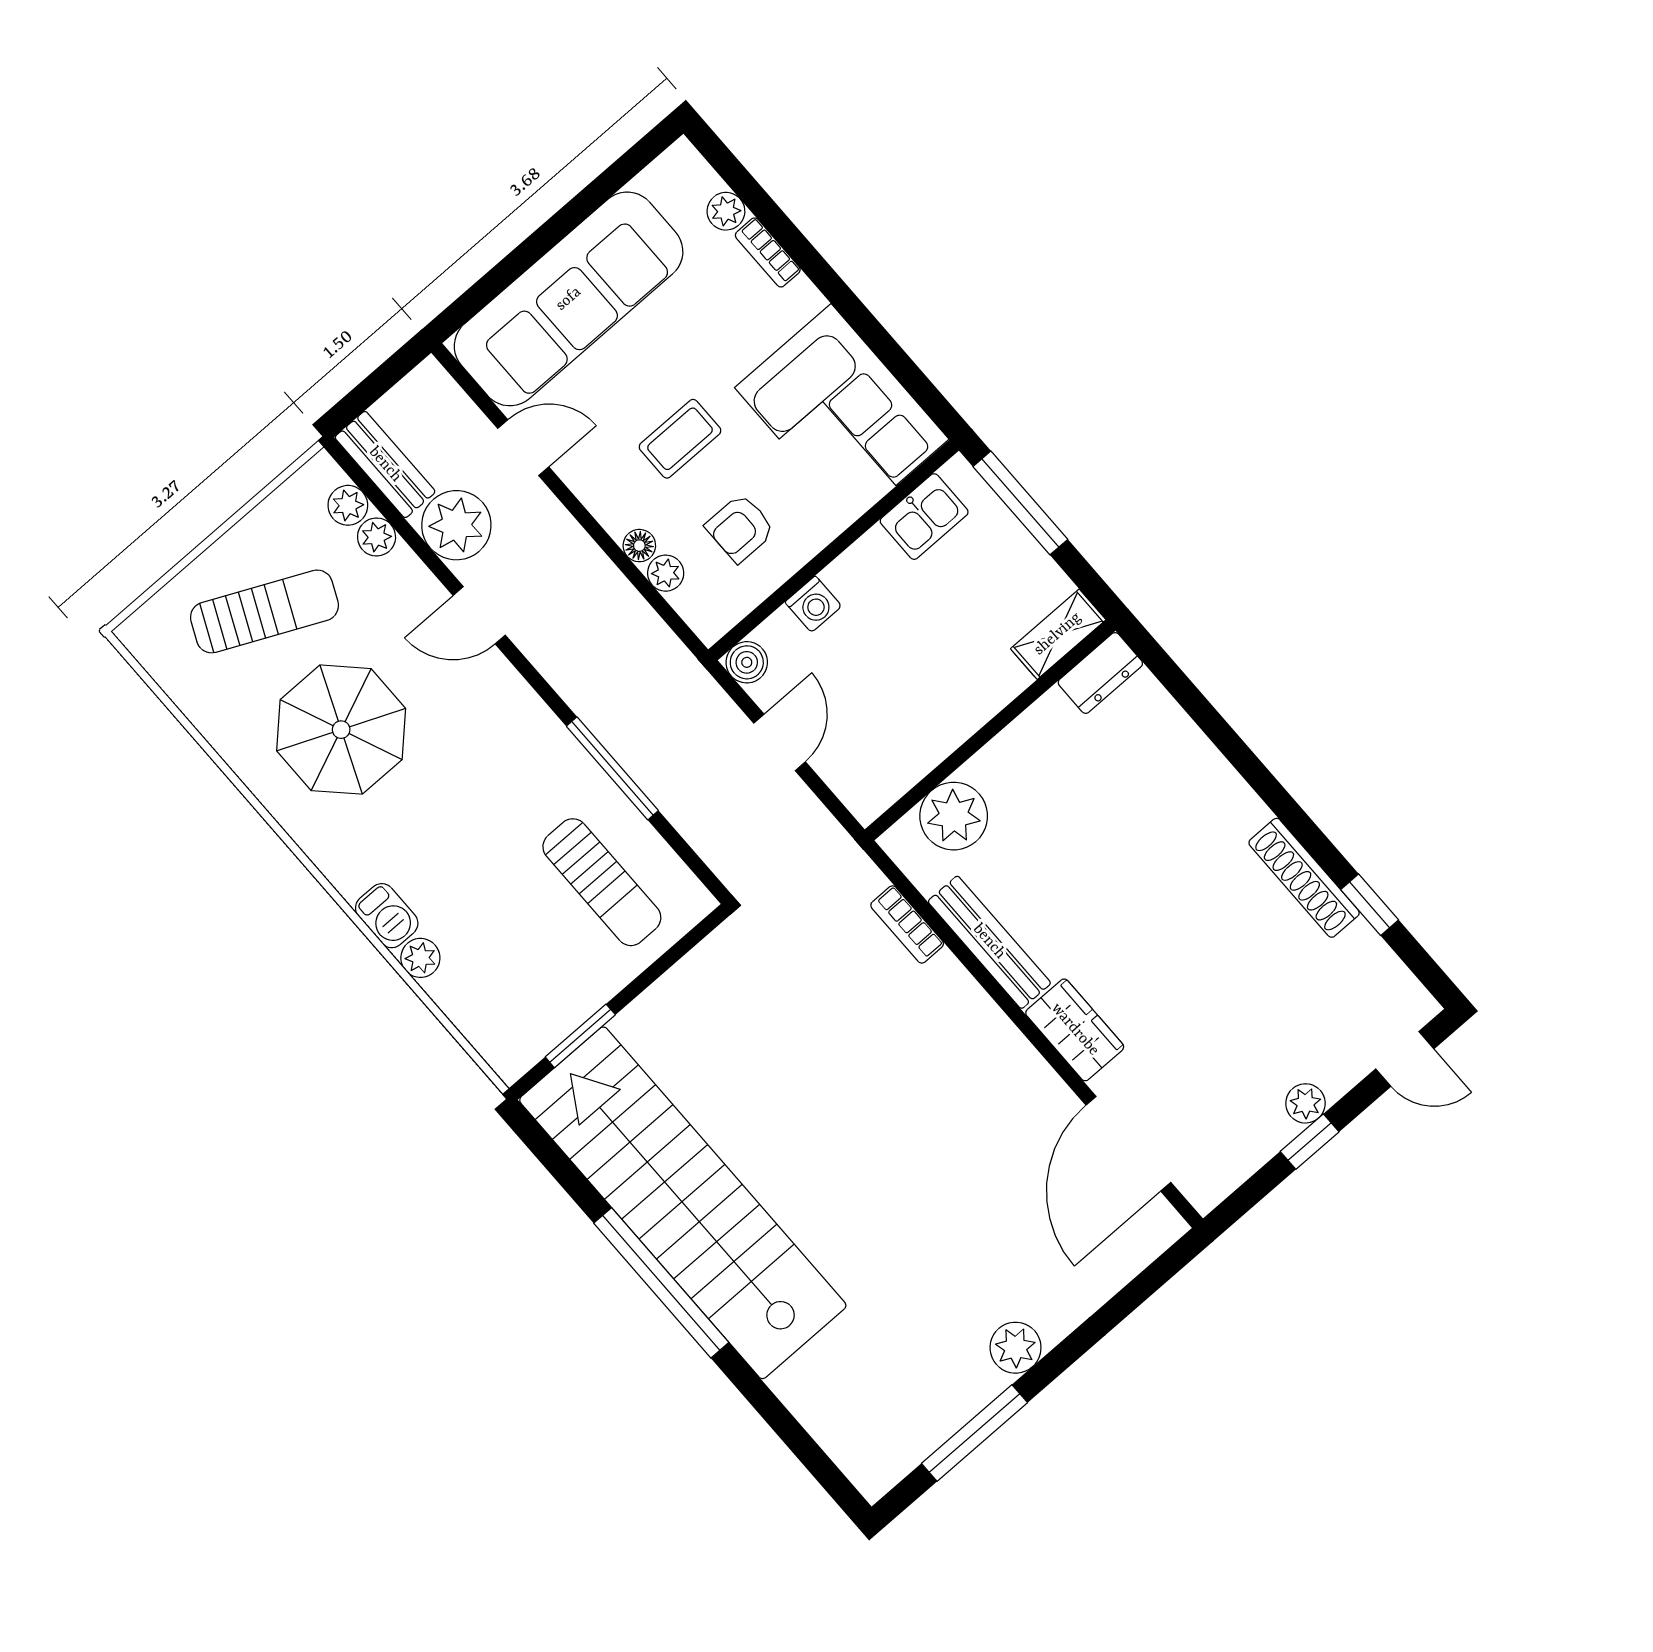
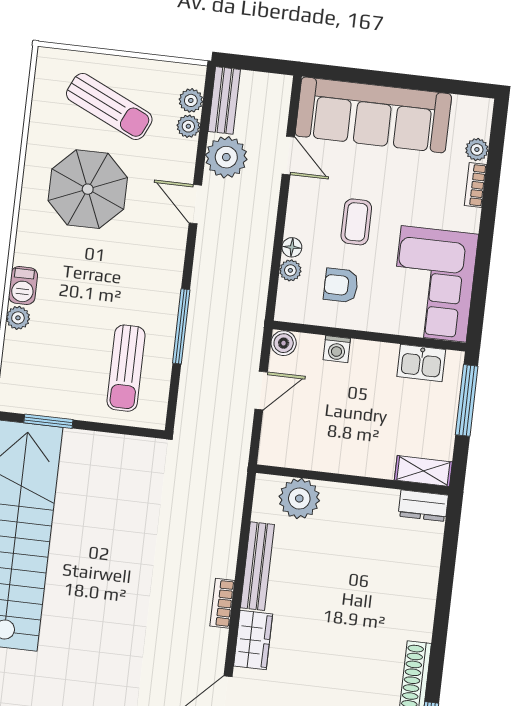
coffee table: (680, 439) -> (356, 222), turned 90
bookcase: (907, 924) -> (222, 603), moved

